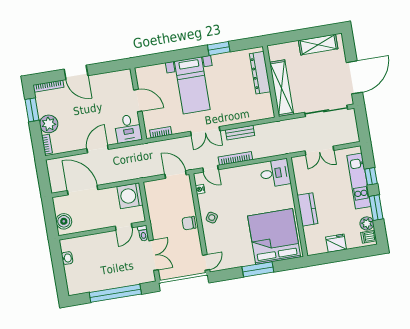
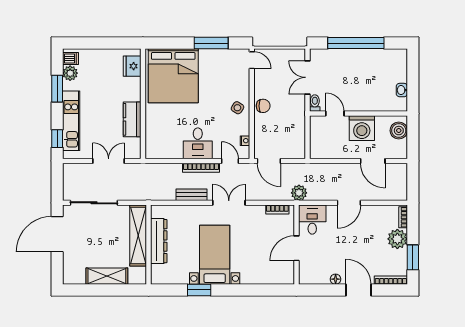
shelving: (318, 45) -> (107, 276), moved
dresser: (260, 73) -> (159, 241), moved
floor lamp: (98, 79) -> (336, 279), added
bed with nightstands: (192, 85) -> (215, 255), moved
door: (138, 100) -> (296, 248), hinge flipped
plant: (144, 151) -> (299, 193), added
desk: (275, 173) -> (198, 143), moved, turned -90
window: (371, 176) -> (57, 139), moved
door: (83, 190) -> (373, 161), width x0.73
washing machine: (130, 196) -> (362, 128), moved, turned 90
kitchen counter: (307, 209) -> (132, 119), moved
door: (124, 227) -> (335, 114), hinge flipped
fridge: (336, 243) -> (132, 66), moved, turned 90
door: (206, 262) -> (252, 60), swing flipped
window: (258, 269) -> (211, 43), moved

